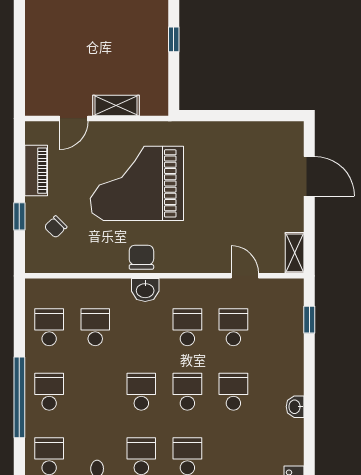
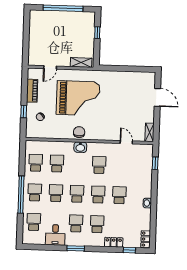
shelving: (116, 105) -> (81, 62), moved
grand piano: (137, 183) -> (78, 98), turned 180
school desk: (233, 327) -> (56, 193), moved

